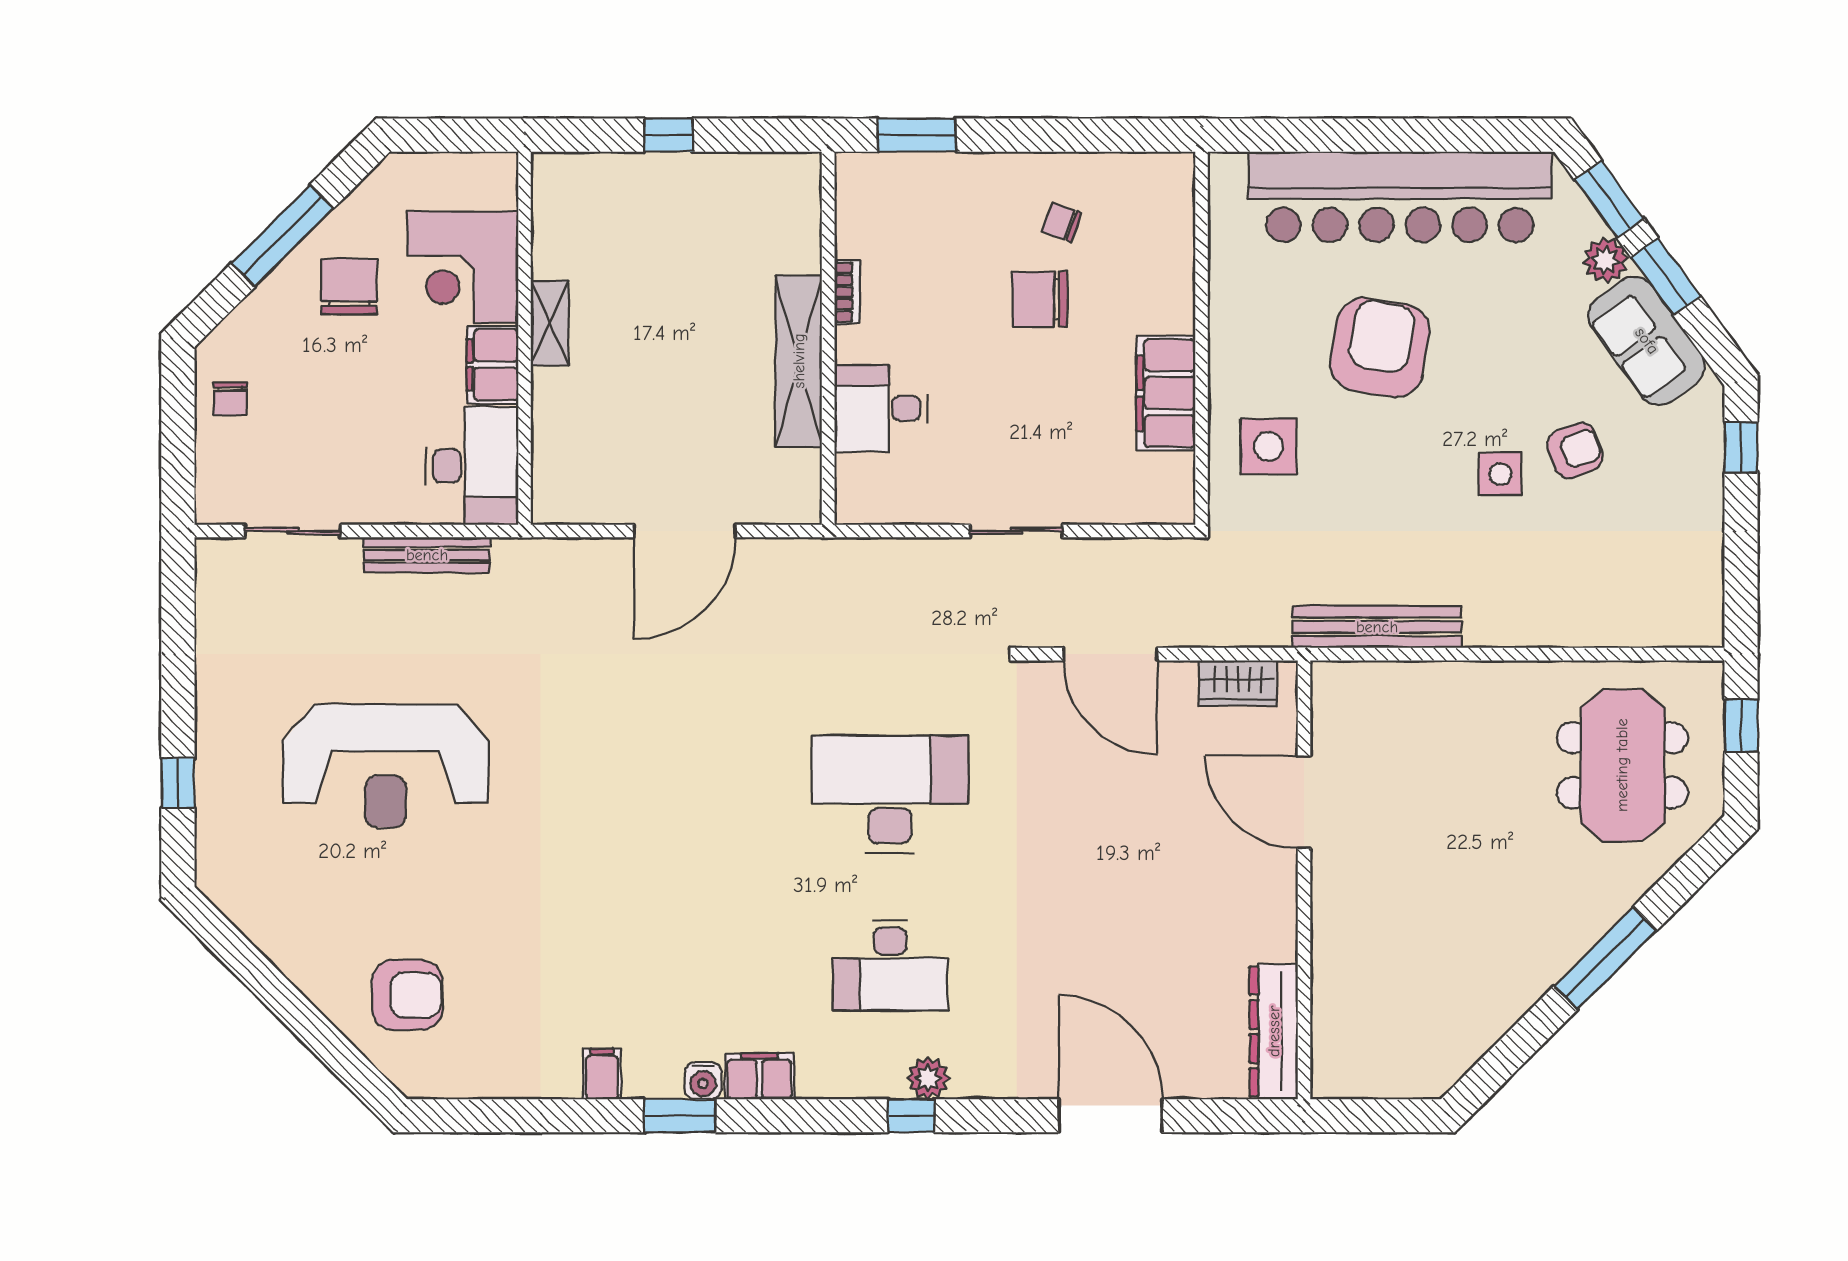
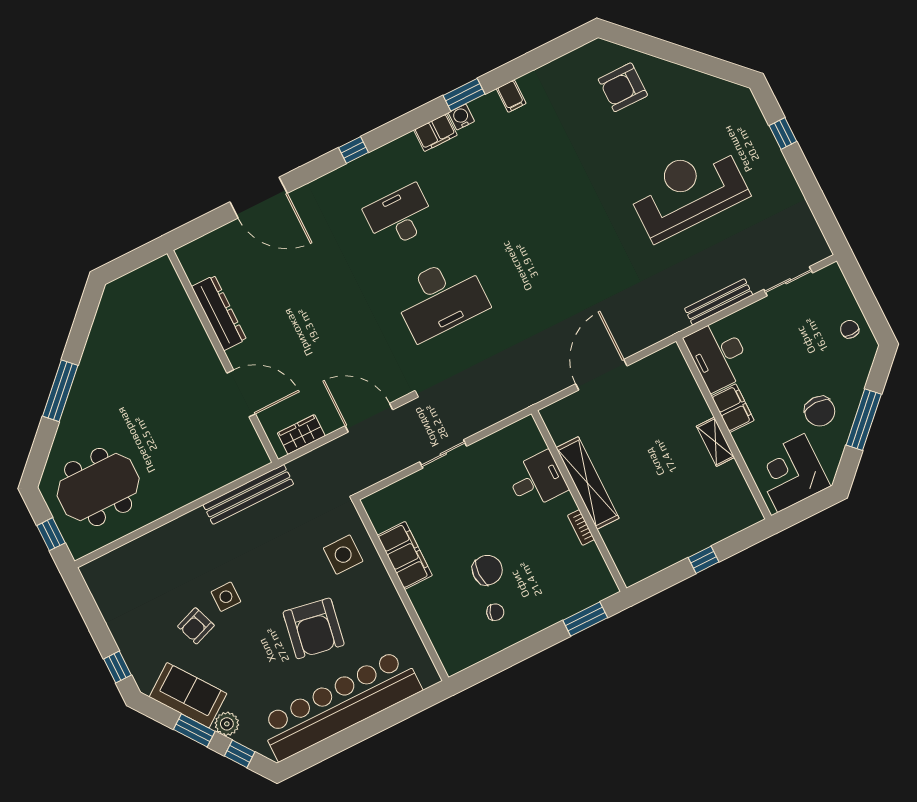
window: (1609, 199) -> (240, 754), width x0.67
corner desk: (463, 267) -> (791, 473), moved, turned -90
meeting table: (1622, 765) -> (98, 487), turned 90
dresser: (1274, 1031) -> (219, 313), moved
plant: (928, 1078) -> (355, 172), removed

